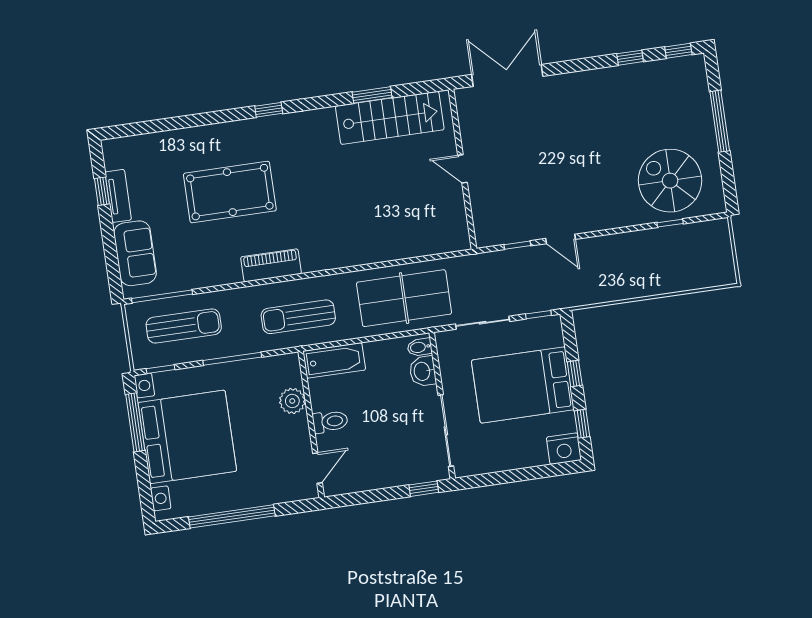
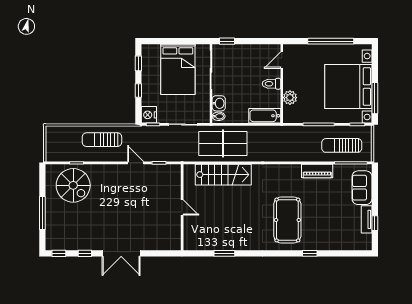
double door: (507, 75) -> (121, 253), moved
window: (269, 110) -> (310, 253), moved
stairs: (390, 118) -> (223, 175), moved, turned 180
pool table: (230, 192) -> (287, 220), moved, turned 90
piano: (271, 265) -> (317, 171), moved
sun lounger: (298, 317) -> (102, 140), moved, turned 180
bed: (523, 385) -> (178, 69), moved, turned 90
nightstand: (564, 449) -> (149, 115), moved, turned -90

